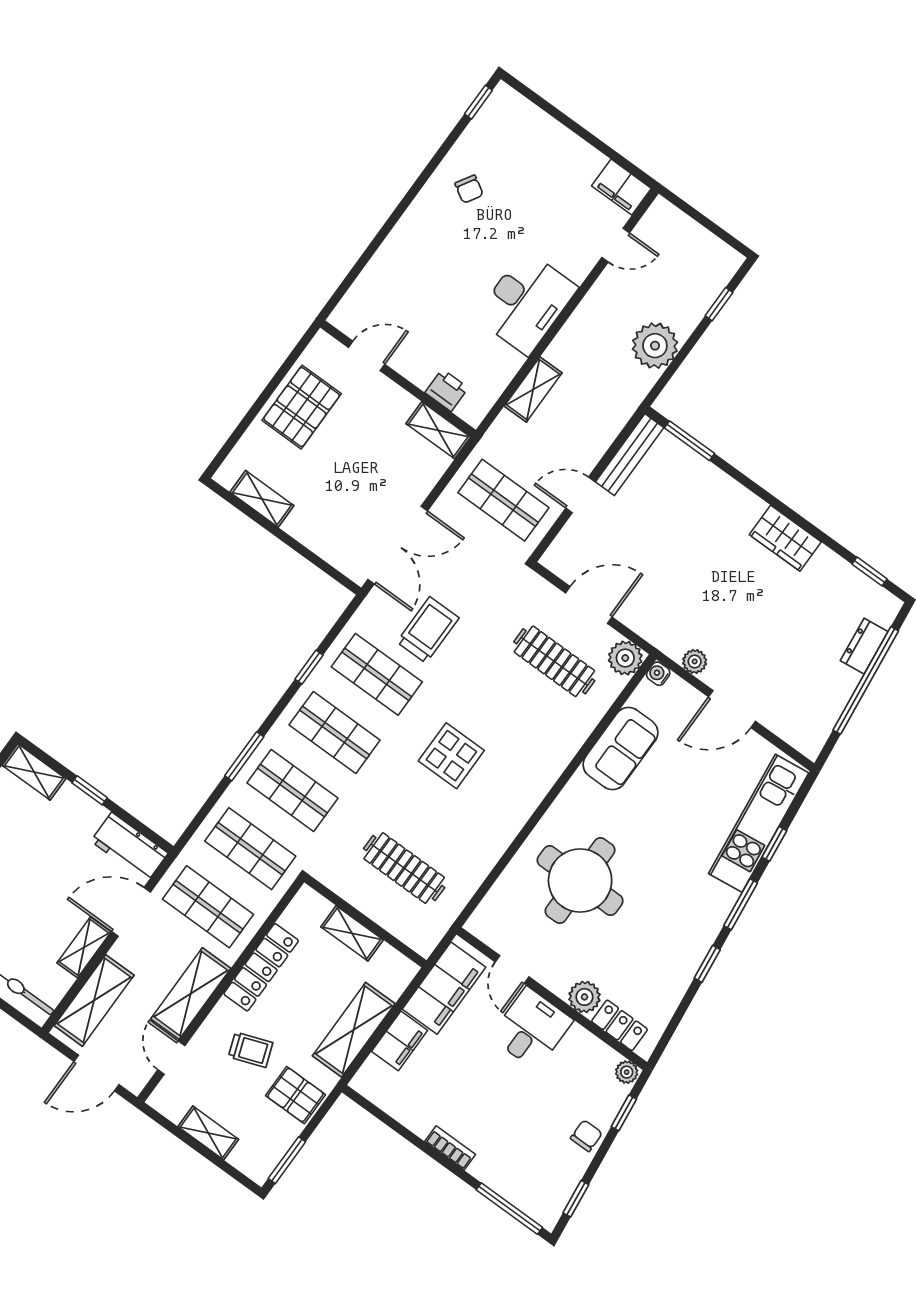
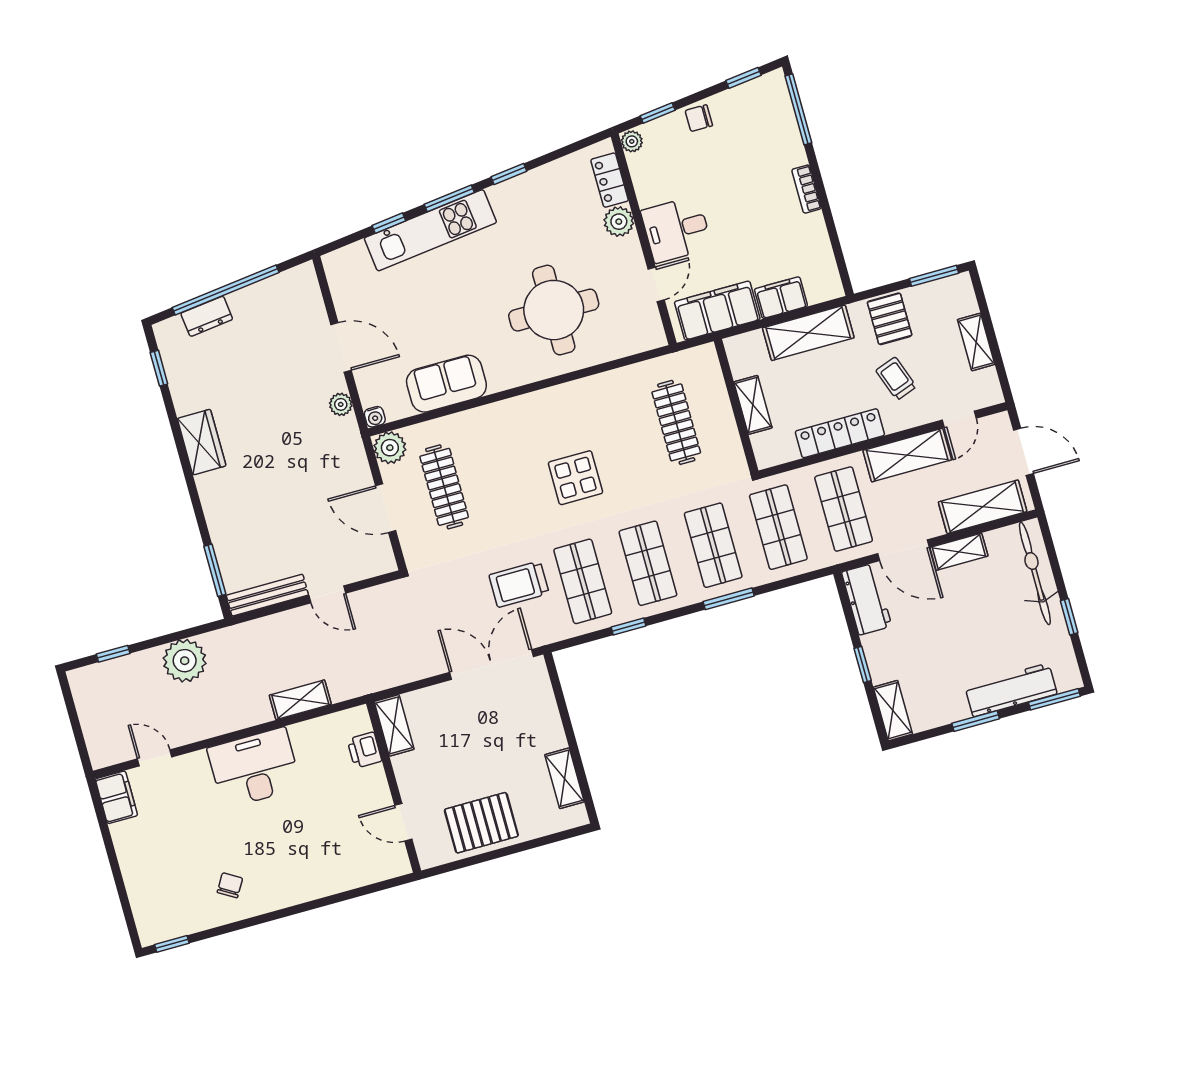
shop shelf: (503, 500) -> (387, 636), removed
kitchen unit: (759, 823) -> (430, 230), moved

